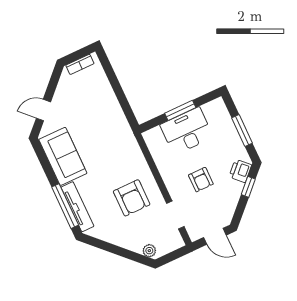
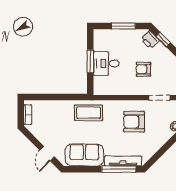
desk: (187, 131) -> (106, 63), width x0.73
coffee table: (117, 137) -> (89, 113), added
armchair: (201, 180) -> (143, 69), turned 180
armchair: (132, 198) -> (134, 122), turned 180

